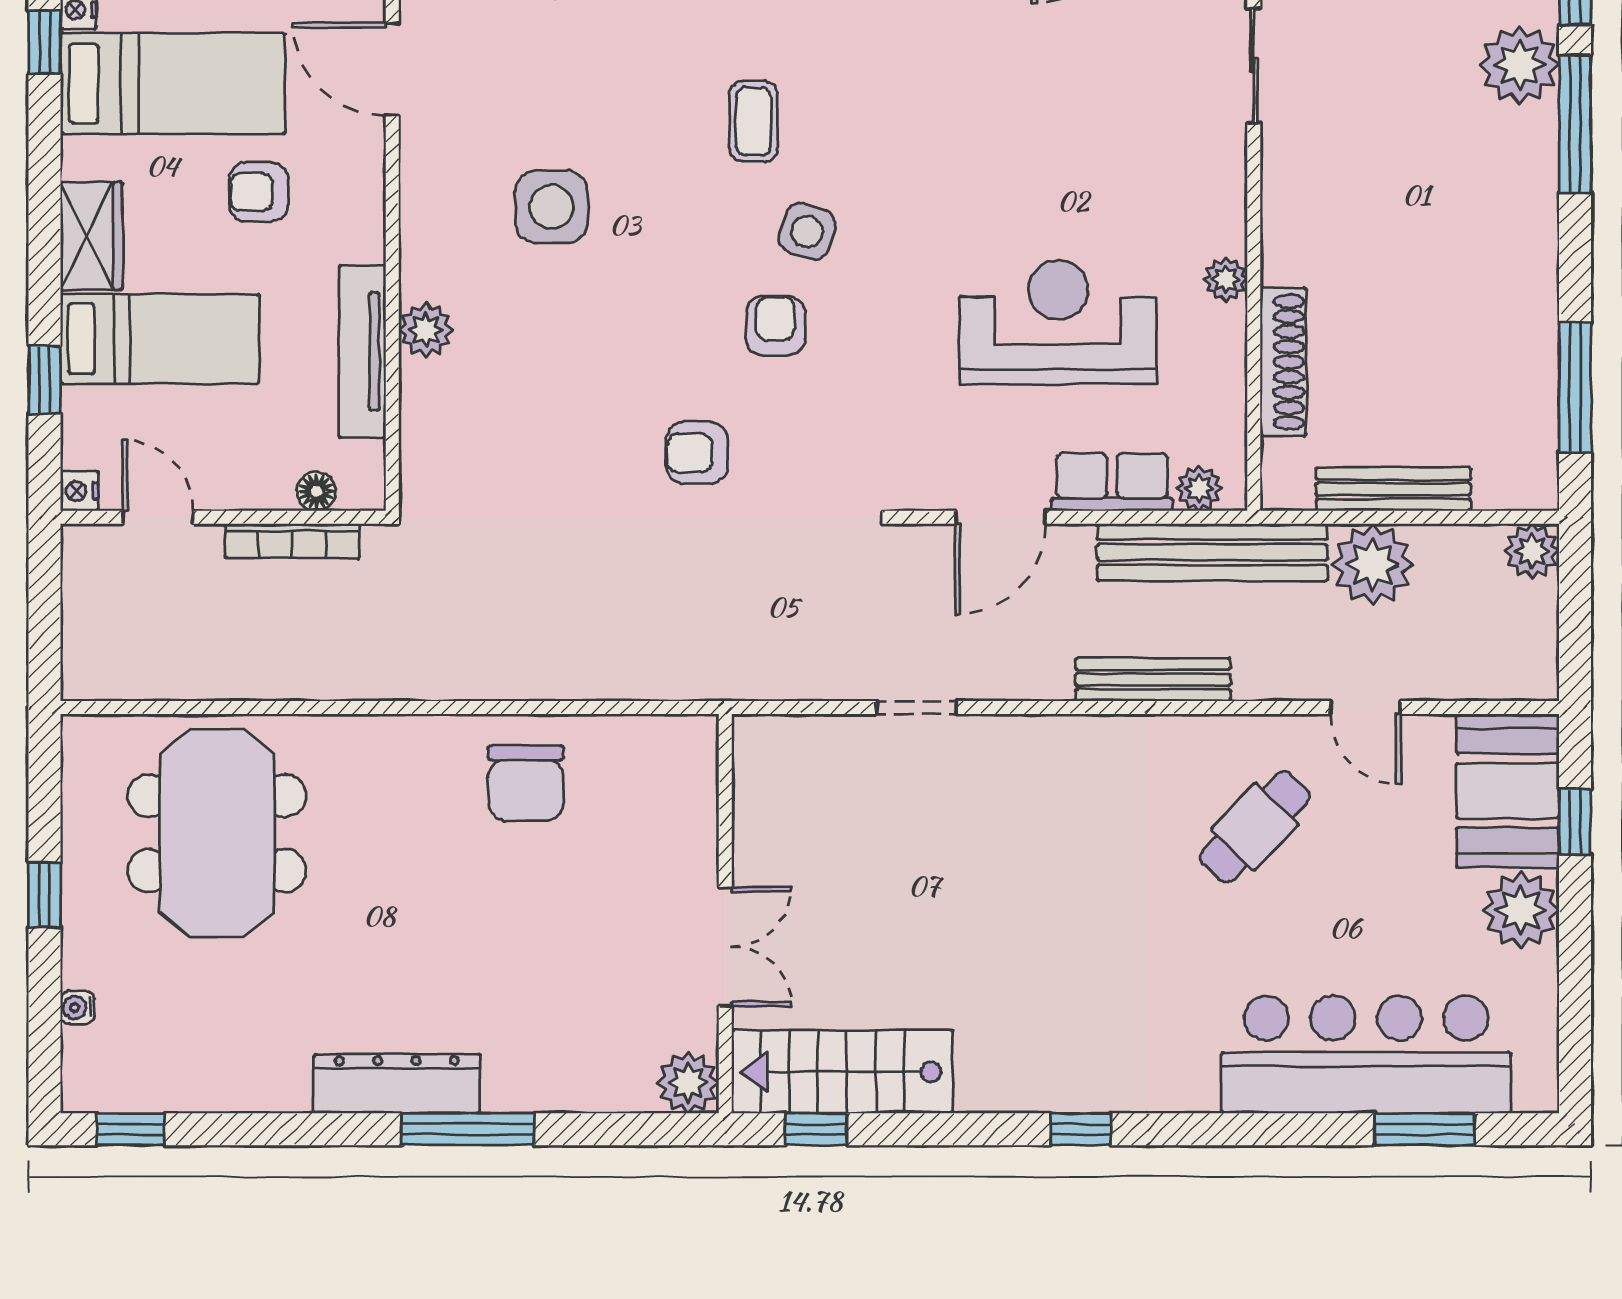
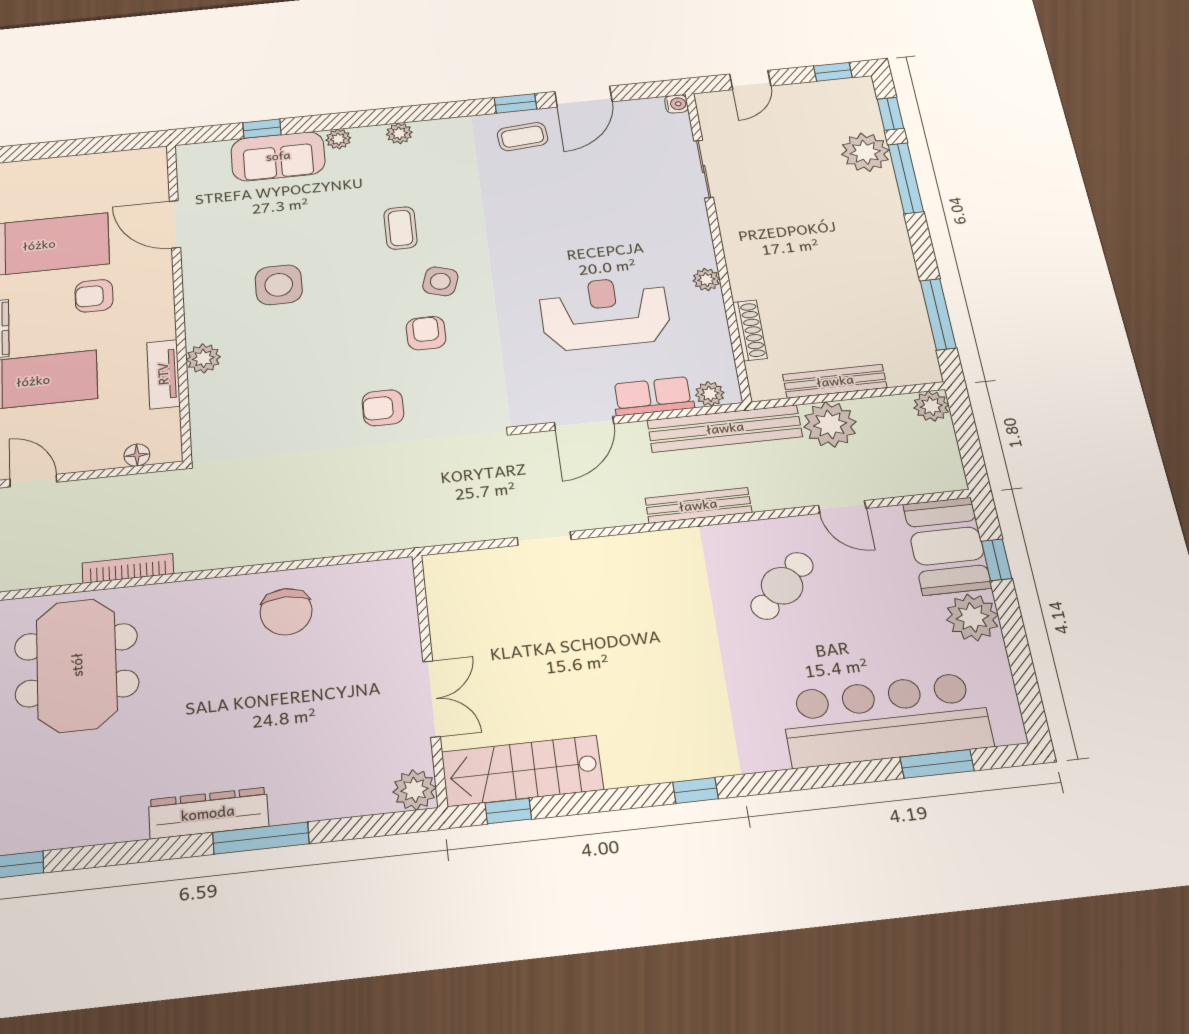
tv unit: (363, 351) -> (163, 374), width x0.71
shoe rack: (1283, 362) -> (750, 330), width x0.74, depth x0.81
bookcase: (292, 541) -> (128, 568), moved, turned 180

